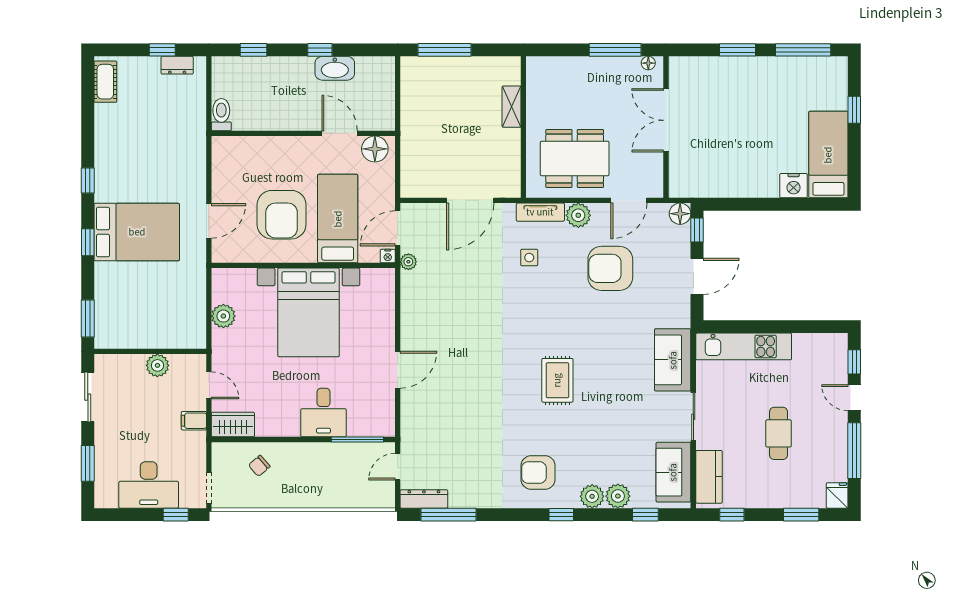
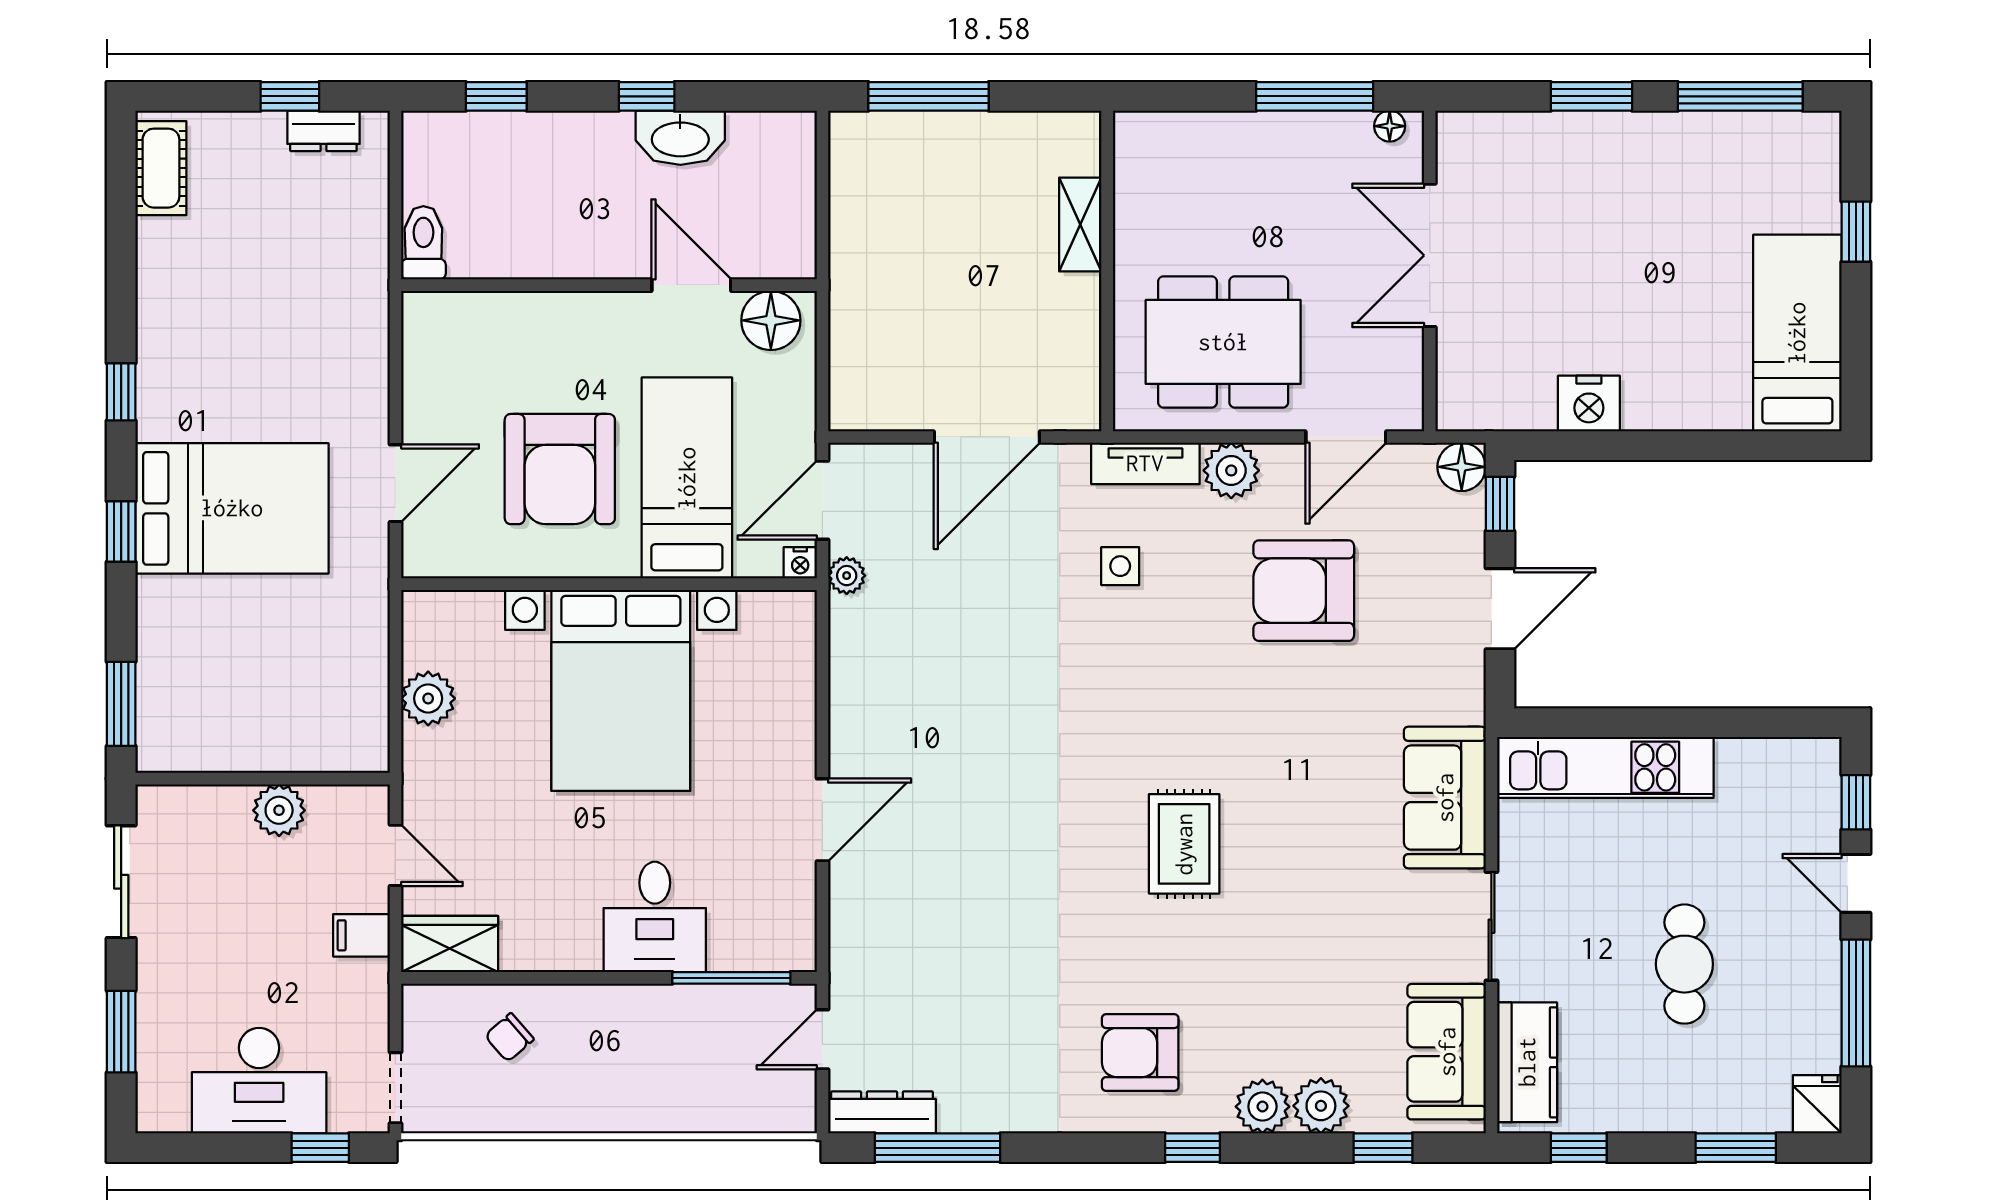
nightstand: (794, 186) -> (1589, 404), moved

